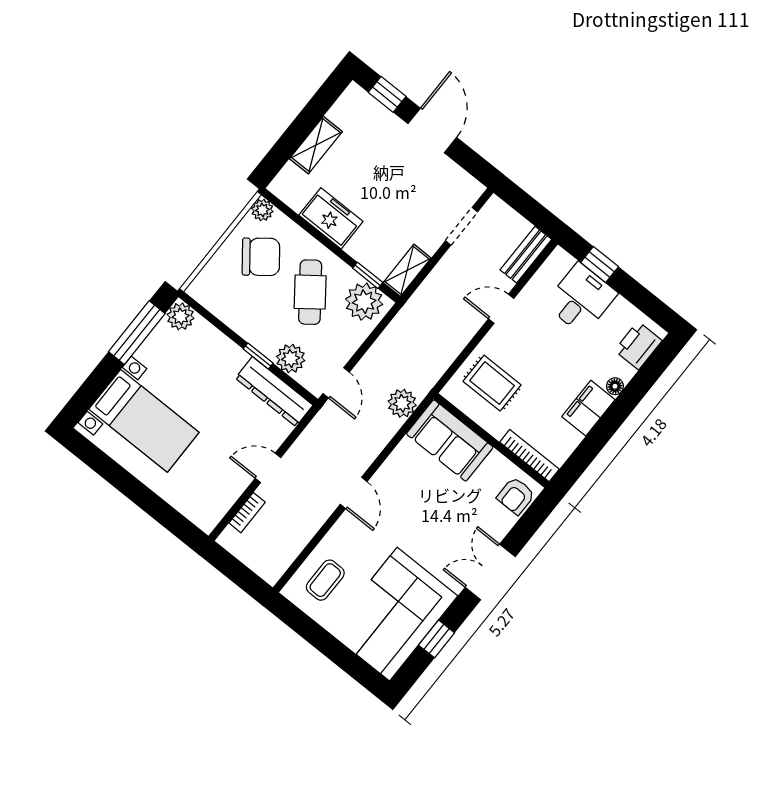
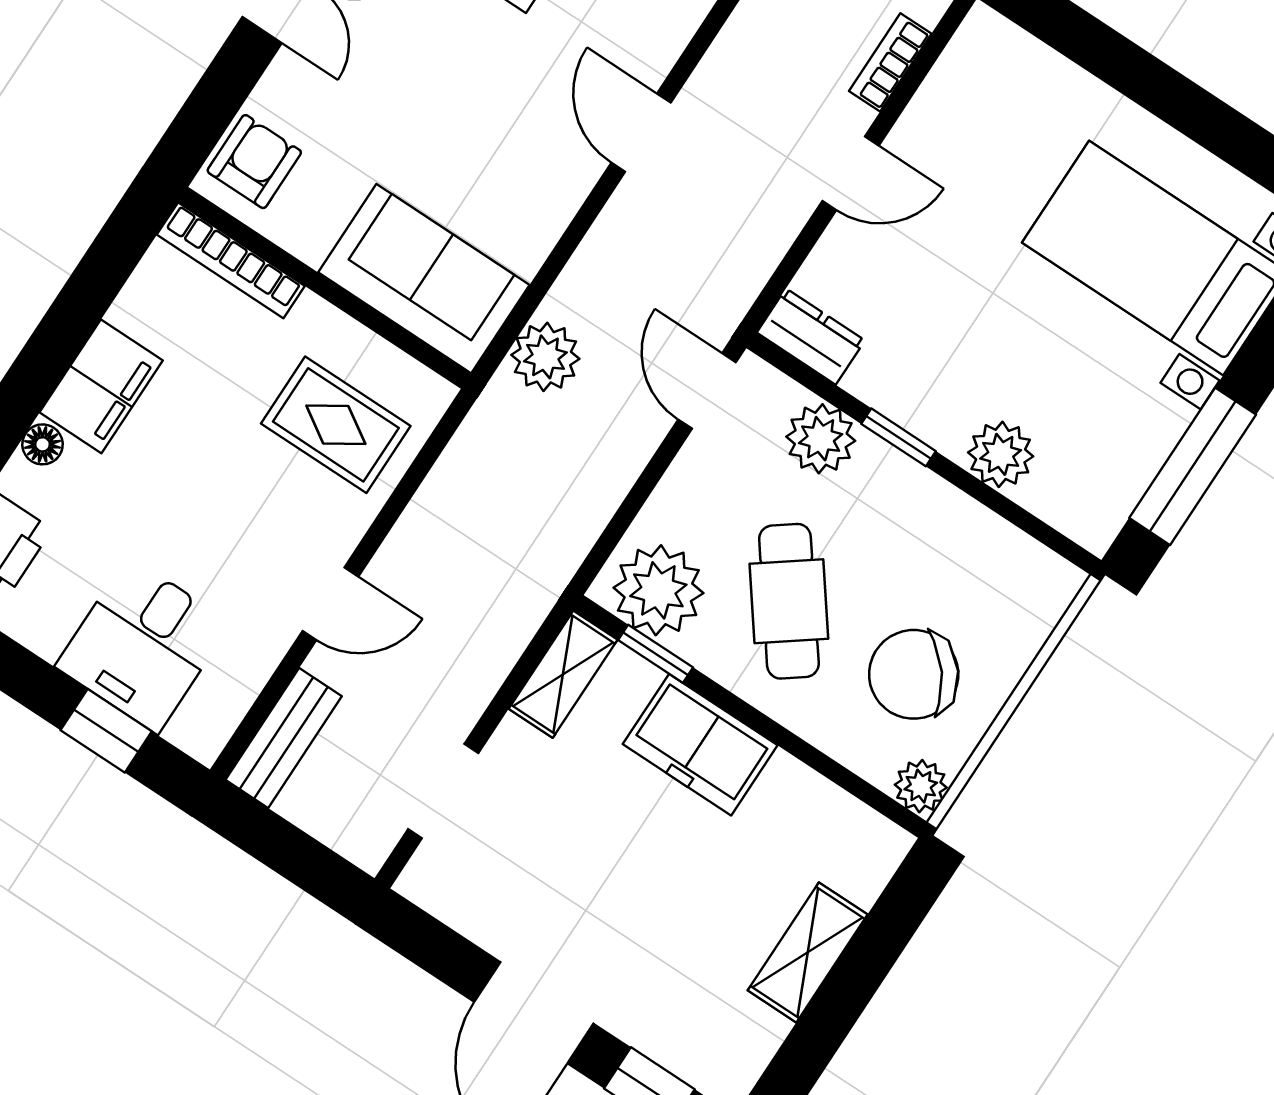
freezer: (331, 218) -> (700, 745), moved
plant: (181, 316) -> (1001, 454), moved
dresser: (274, 392) -> (811, 337), width x0.51, depth x0.80

